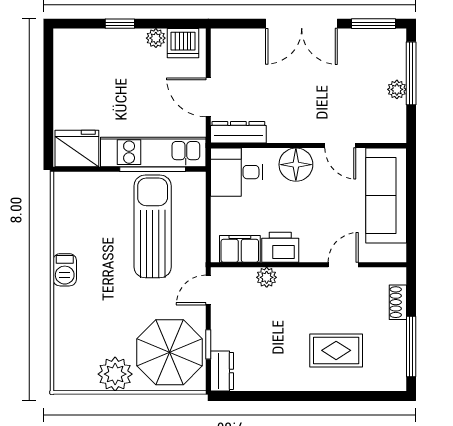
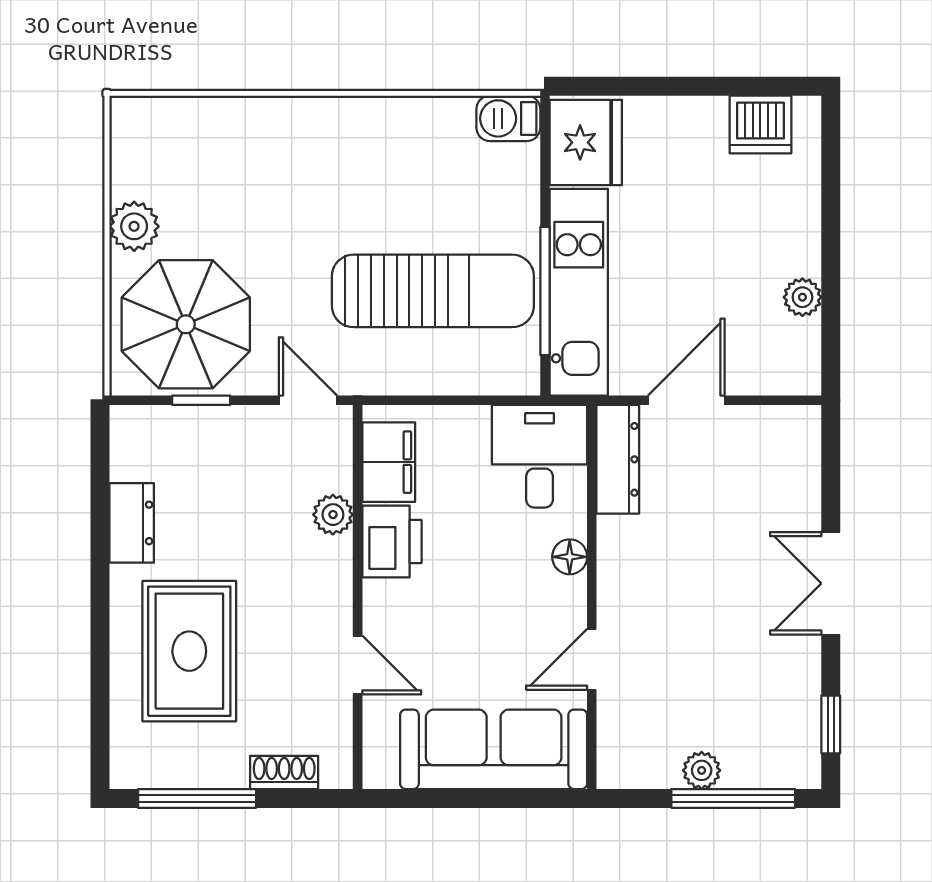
window: (120, 24) -> (831, 226), removed
double door: (302, 24) -> (831, 583), width x0.73
window: (373, 24) -> (831, 724), width x0.67
dishwasher: (183, 43) -> (760, 125), moved, turned -90
floor lamp: (296, 165) -> (570, 557), width x0.53, depth x0.53
barbecue: (65, 270) -> (508, 118), moved
rug: (336, 350) -> (189, 651), width x1.36, depth x1.43
dresser: (222, 371) -> (132, 523), moved, turned -90
plant: (115, 374) -> (134, 226), width x0.73, depth x0.73

